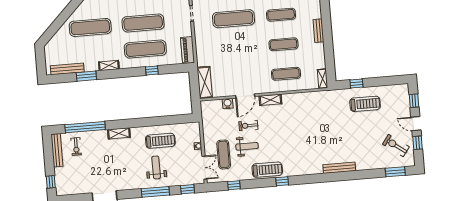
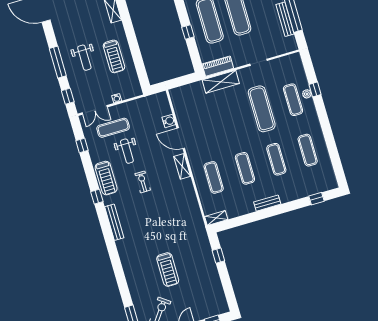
shelving: (205, 82) -> (221, 82), moved
treadmill: (365, 104) -> (168, 270), moved
exercise bike: (248, 126) -> (143, 182), moved
weight bench: (156, 167) -> (84, 58), turned 90
bench: (339, 168) -> (114, 222), moved

